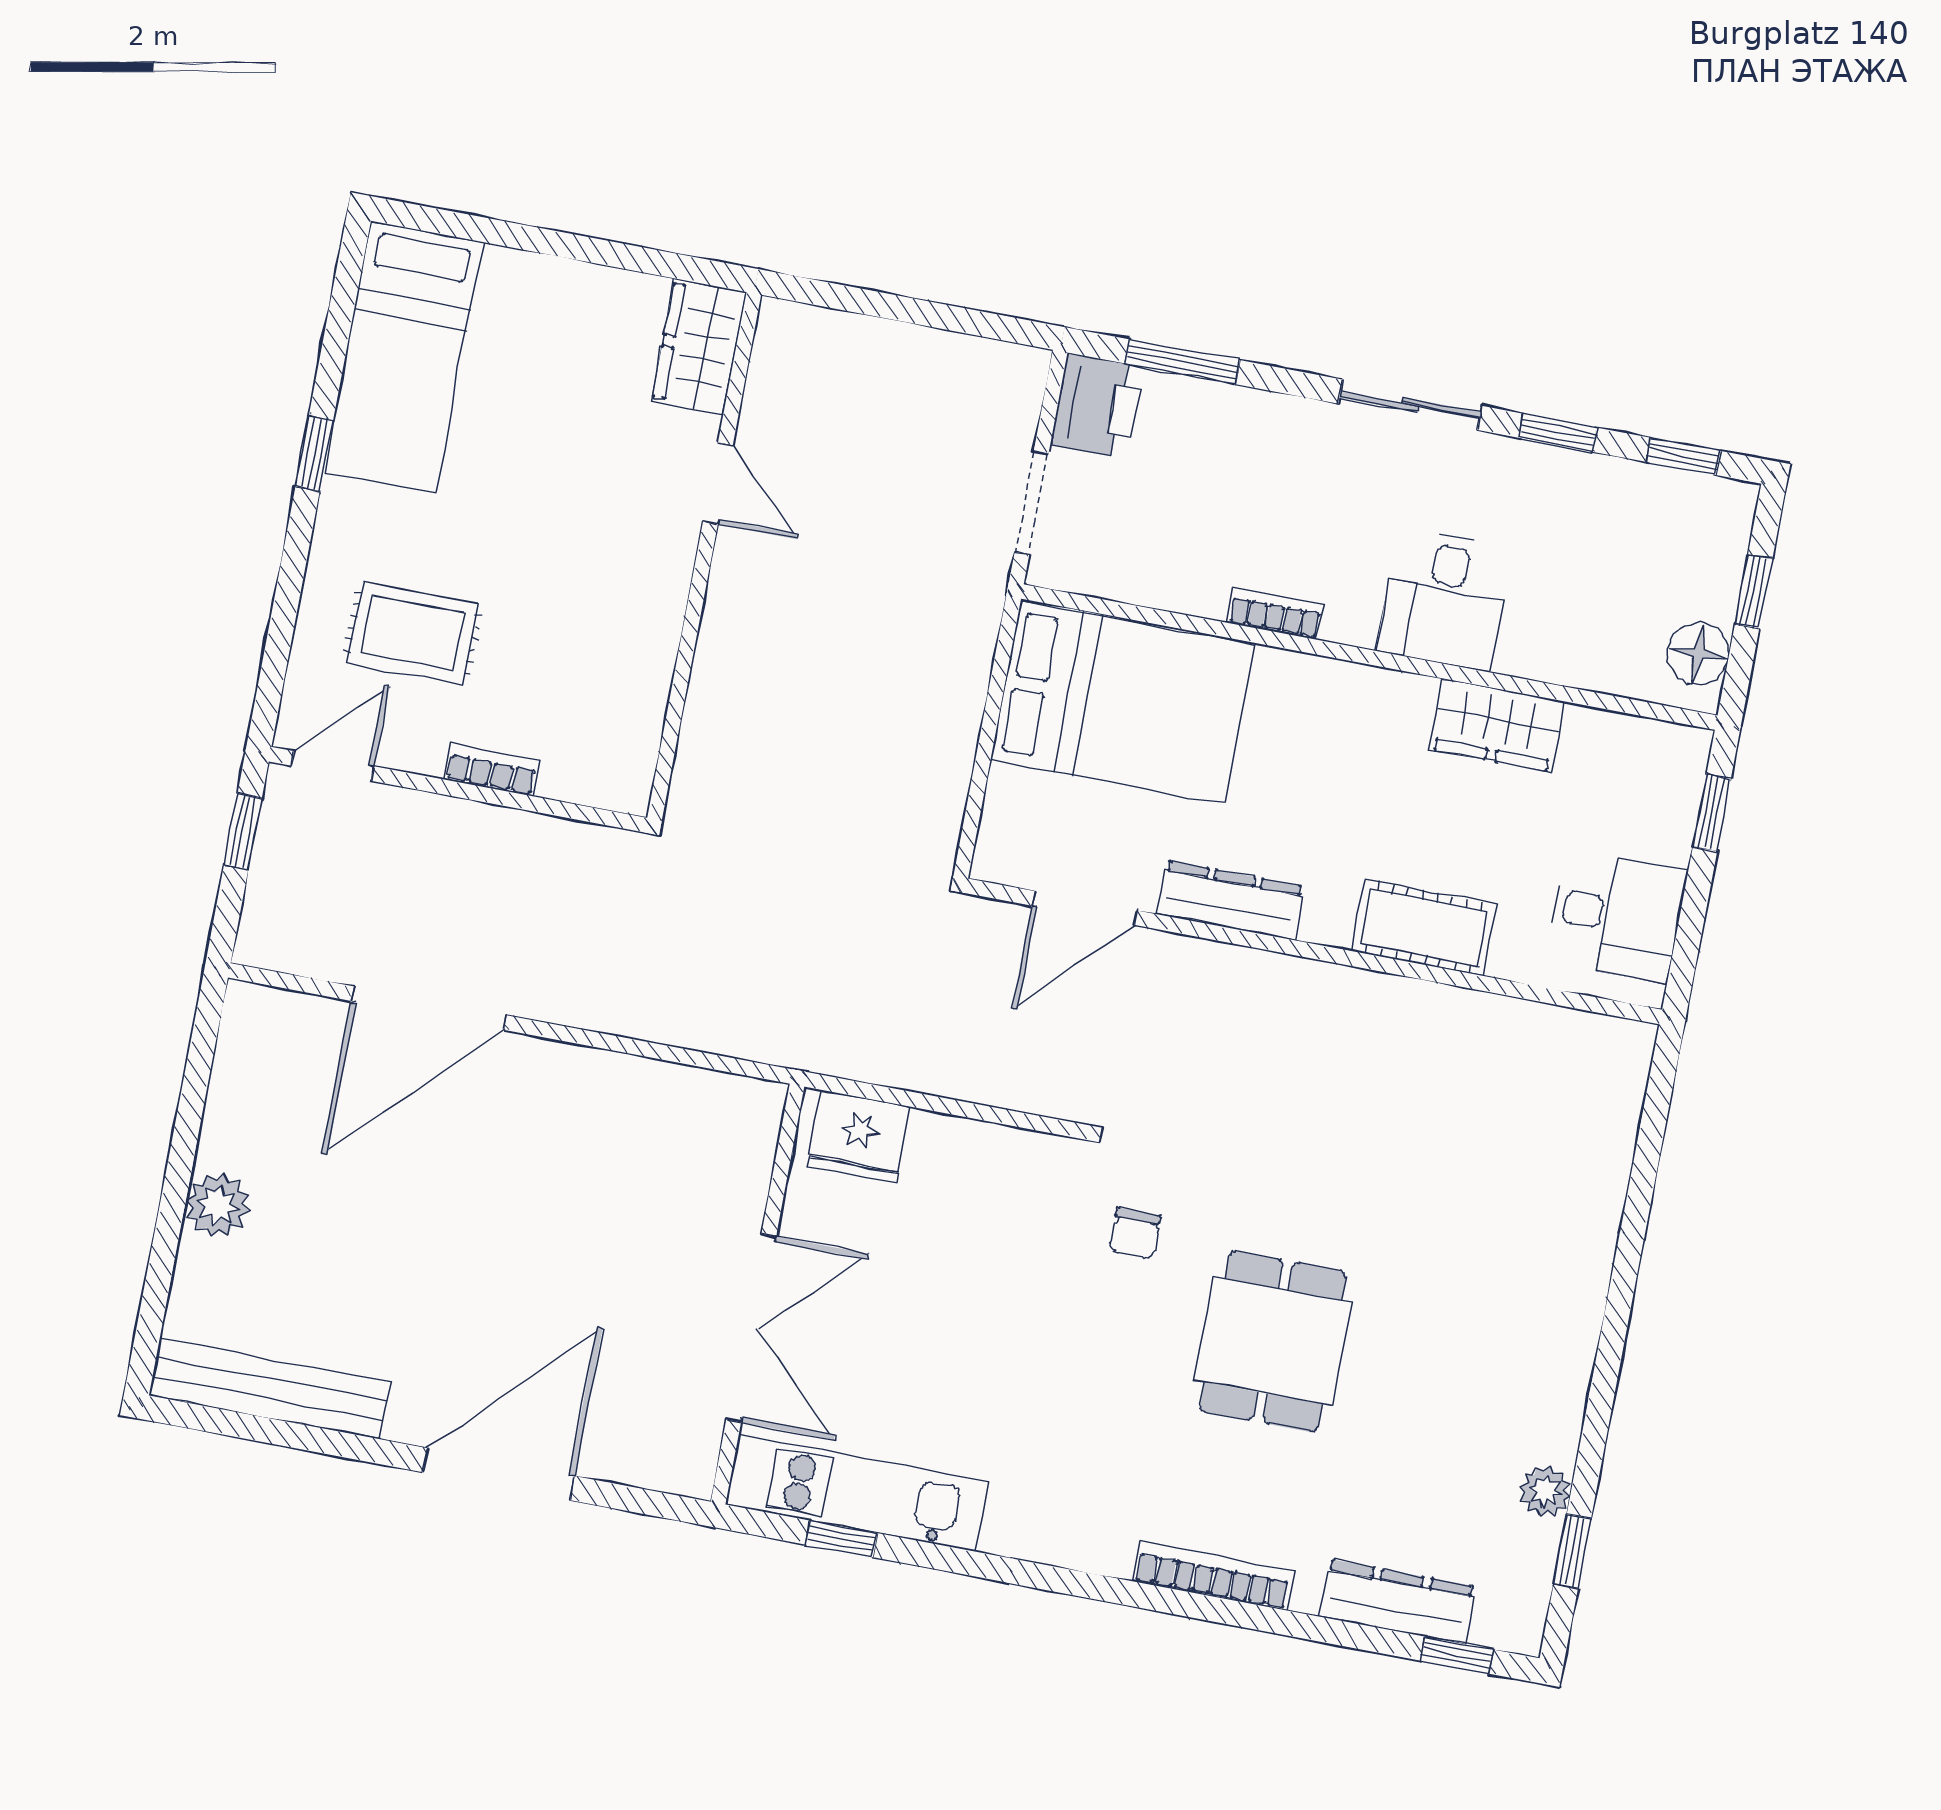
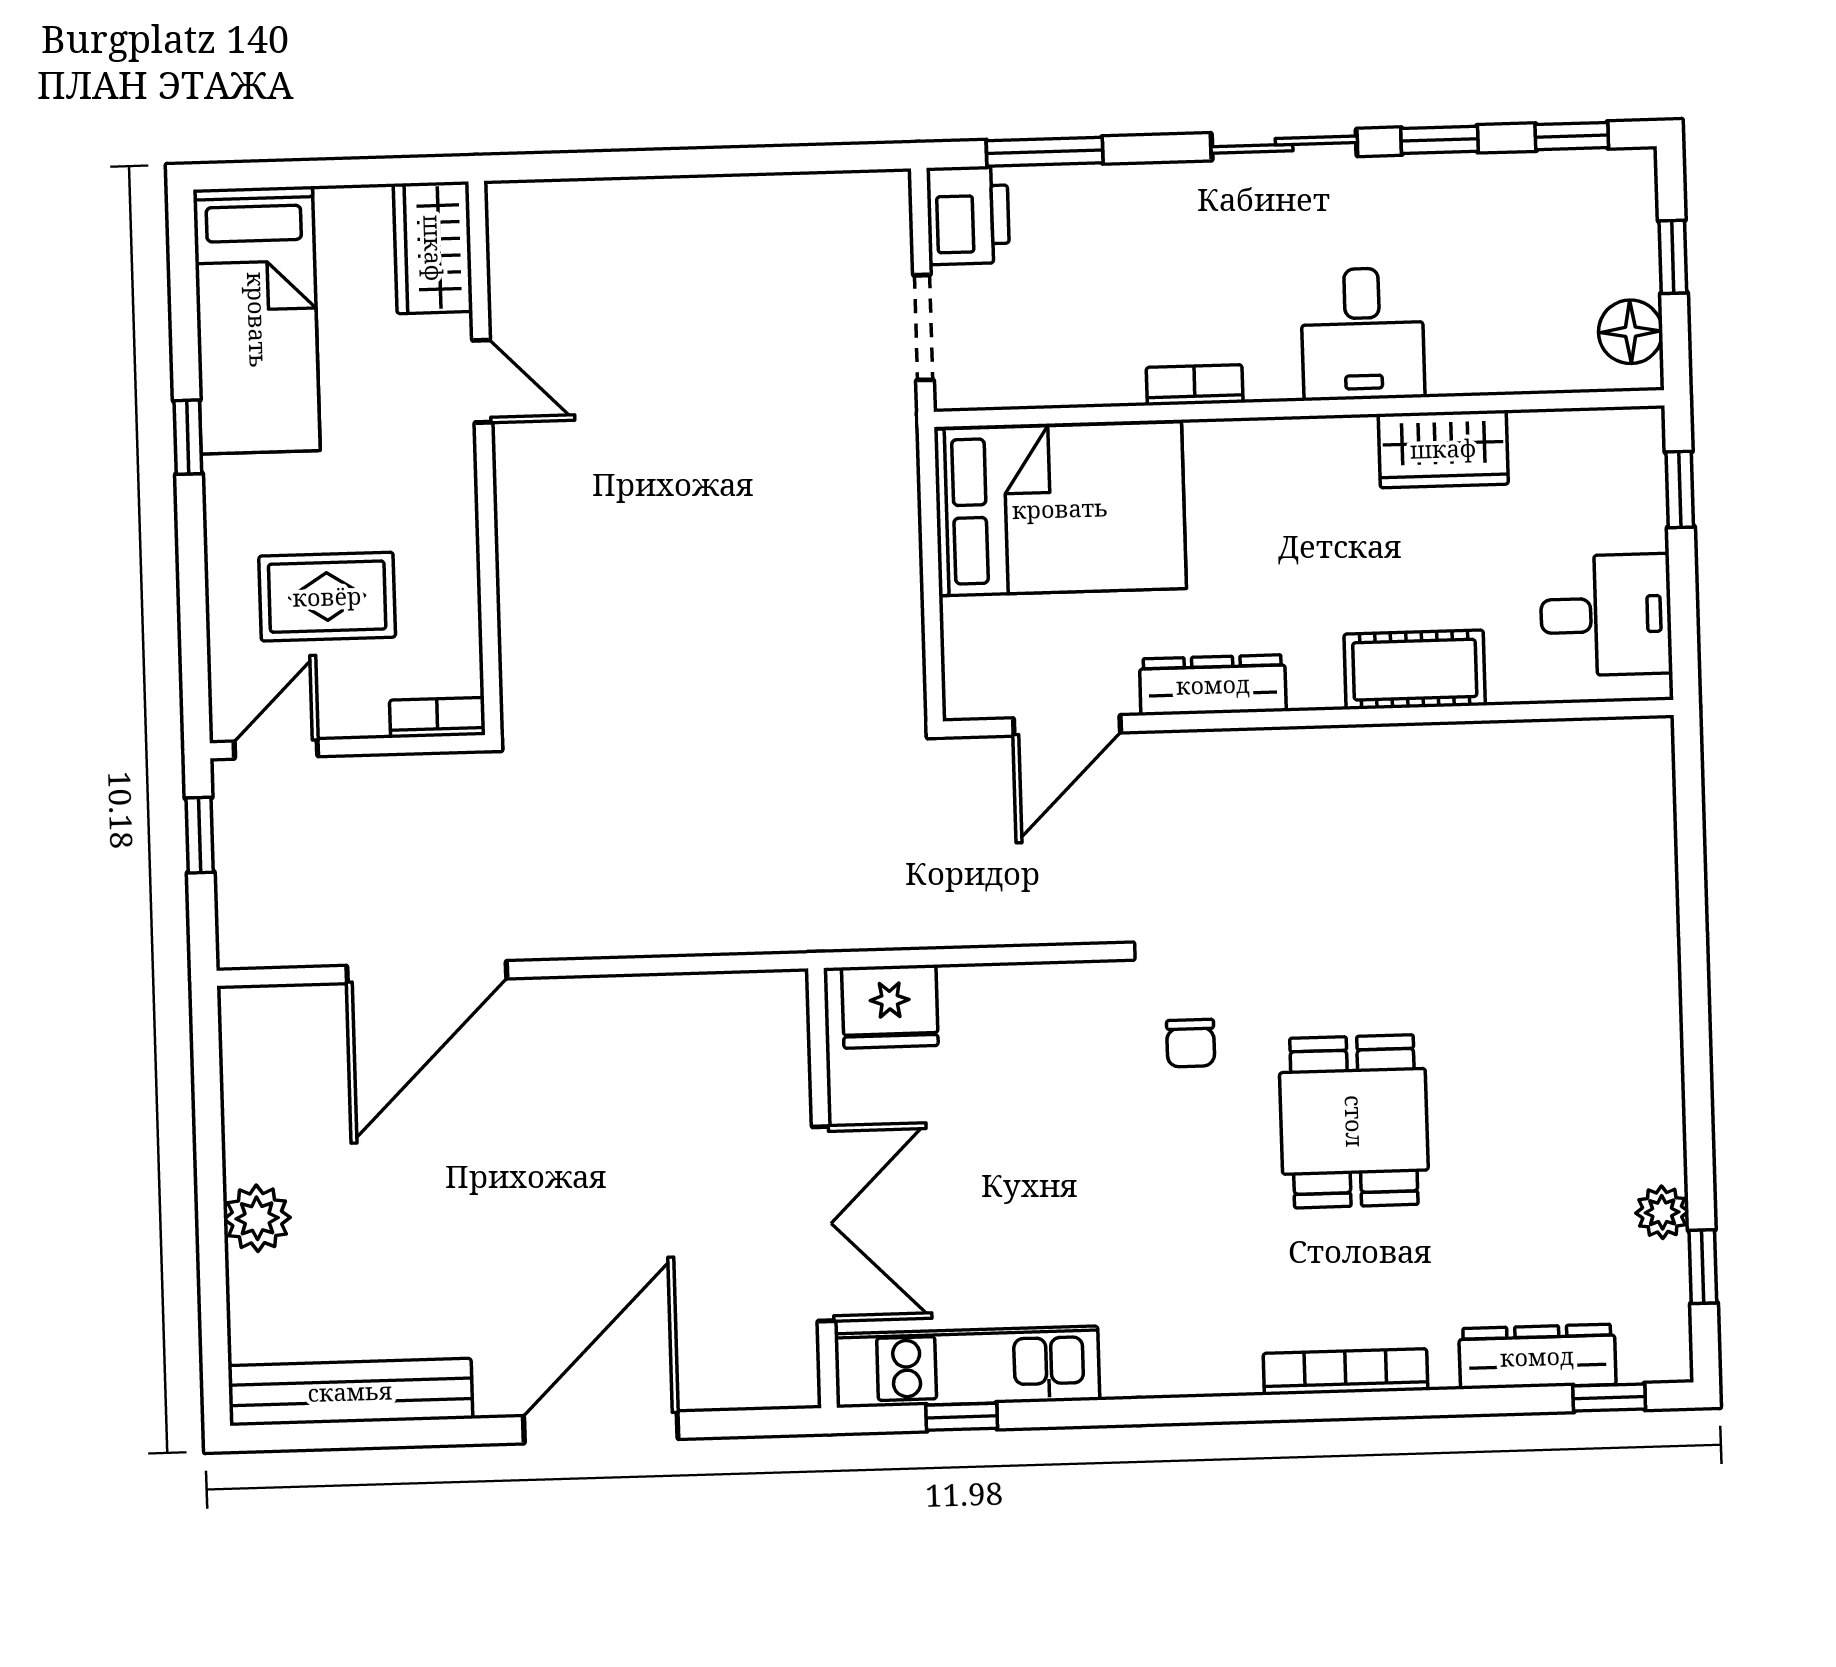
wardrobe: (699, 347) -> (433, 248), moved
door: (718, 483) -> (482, 381), moved
wall: (704, 556) -> (485, 458), moved

